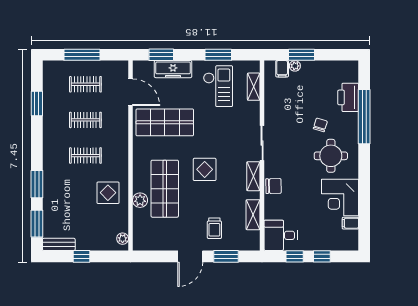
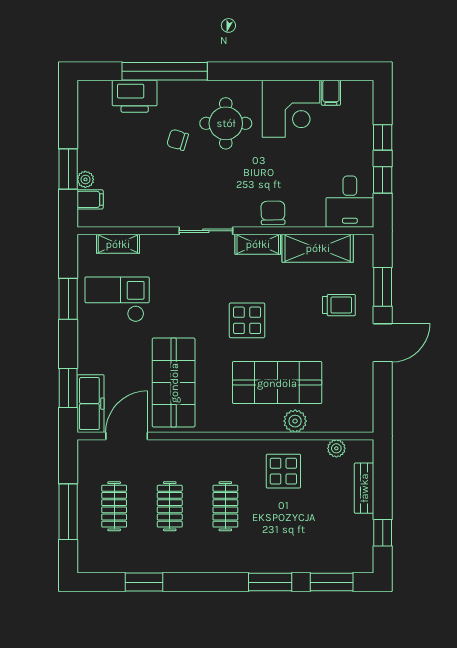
freezer: (173, 69) -> (91, 404), moved
shelving: (253, 215) -> (318, 248), width x1.50, depth x1.33
plant: (123, 239) -> (336, 448), moved
bench: (59, 244) -> (364, 488), moved
window: (82, 256) -> (383, 533), moved
door: (190, 256) -> (383, 343), hinge flipped

